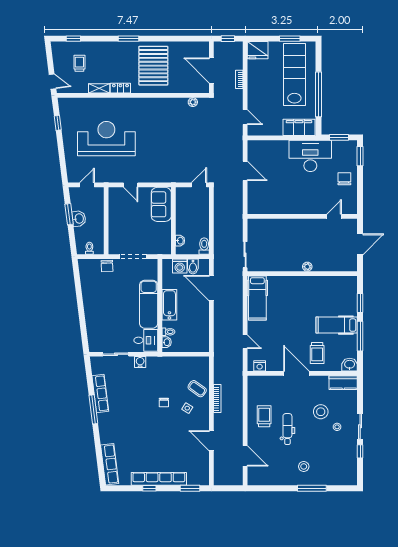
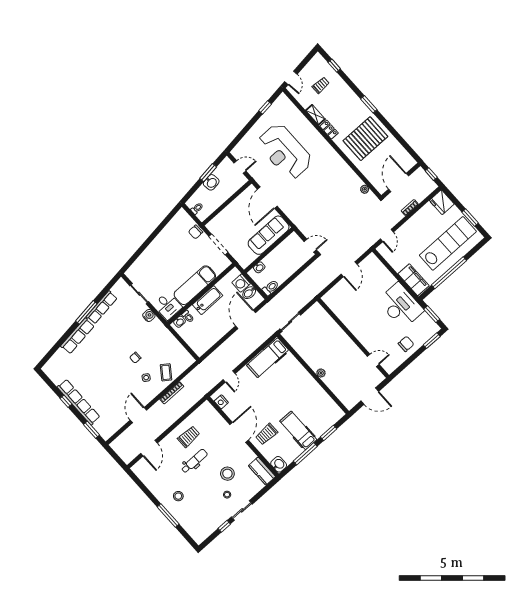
reception desk: (106, 139) -> (285, 151), turned 180
door: (131, 185) -> (267, 198), width x1.88
sofa: (161, 204) -> (269, 235), width x1.36
row of seats: (110, 464) -> (77, 336), moved

